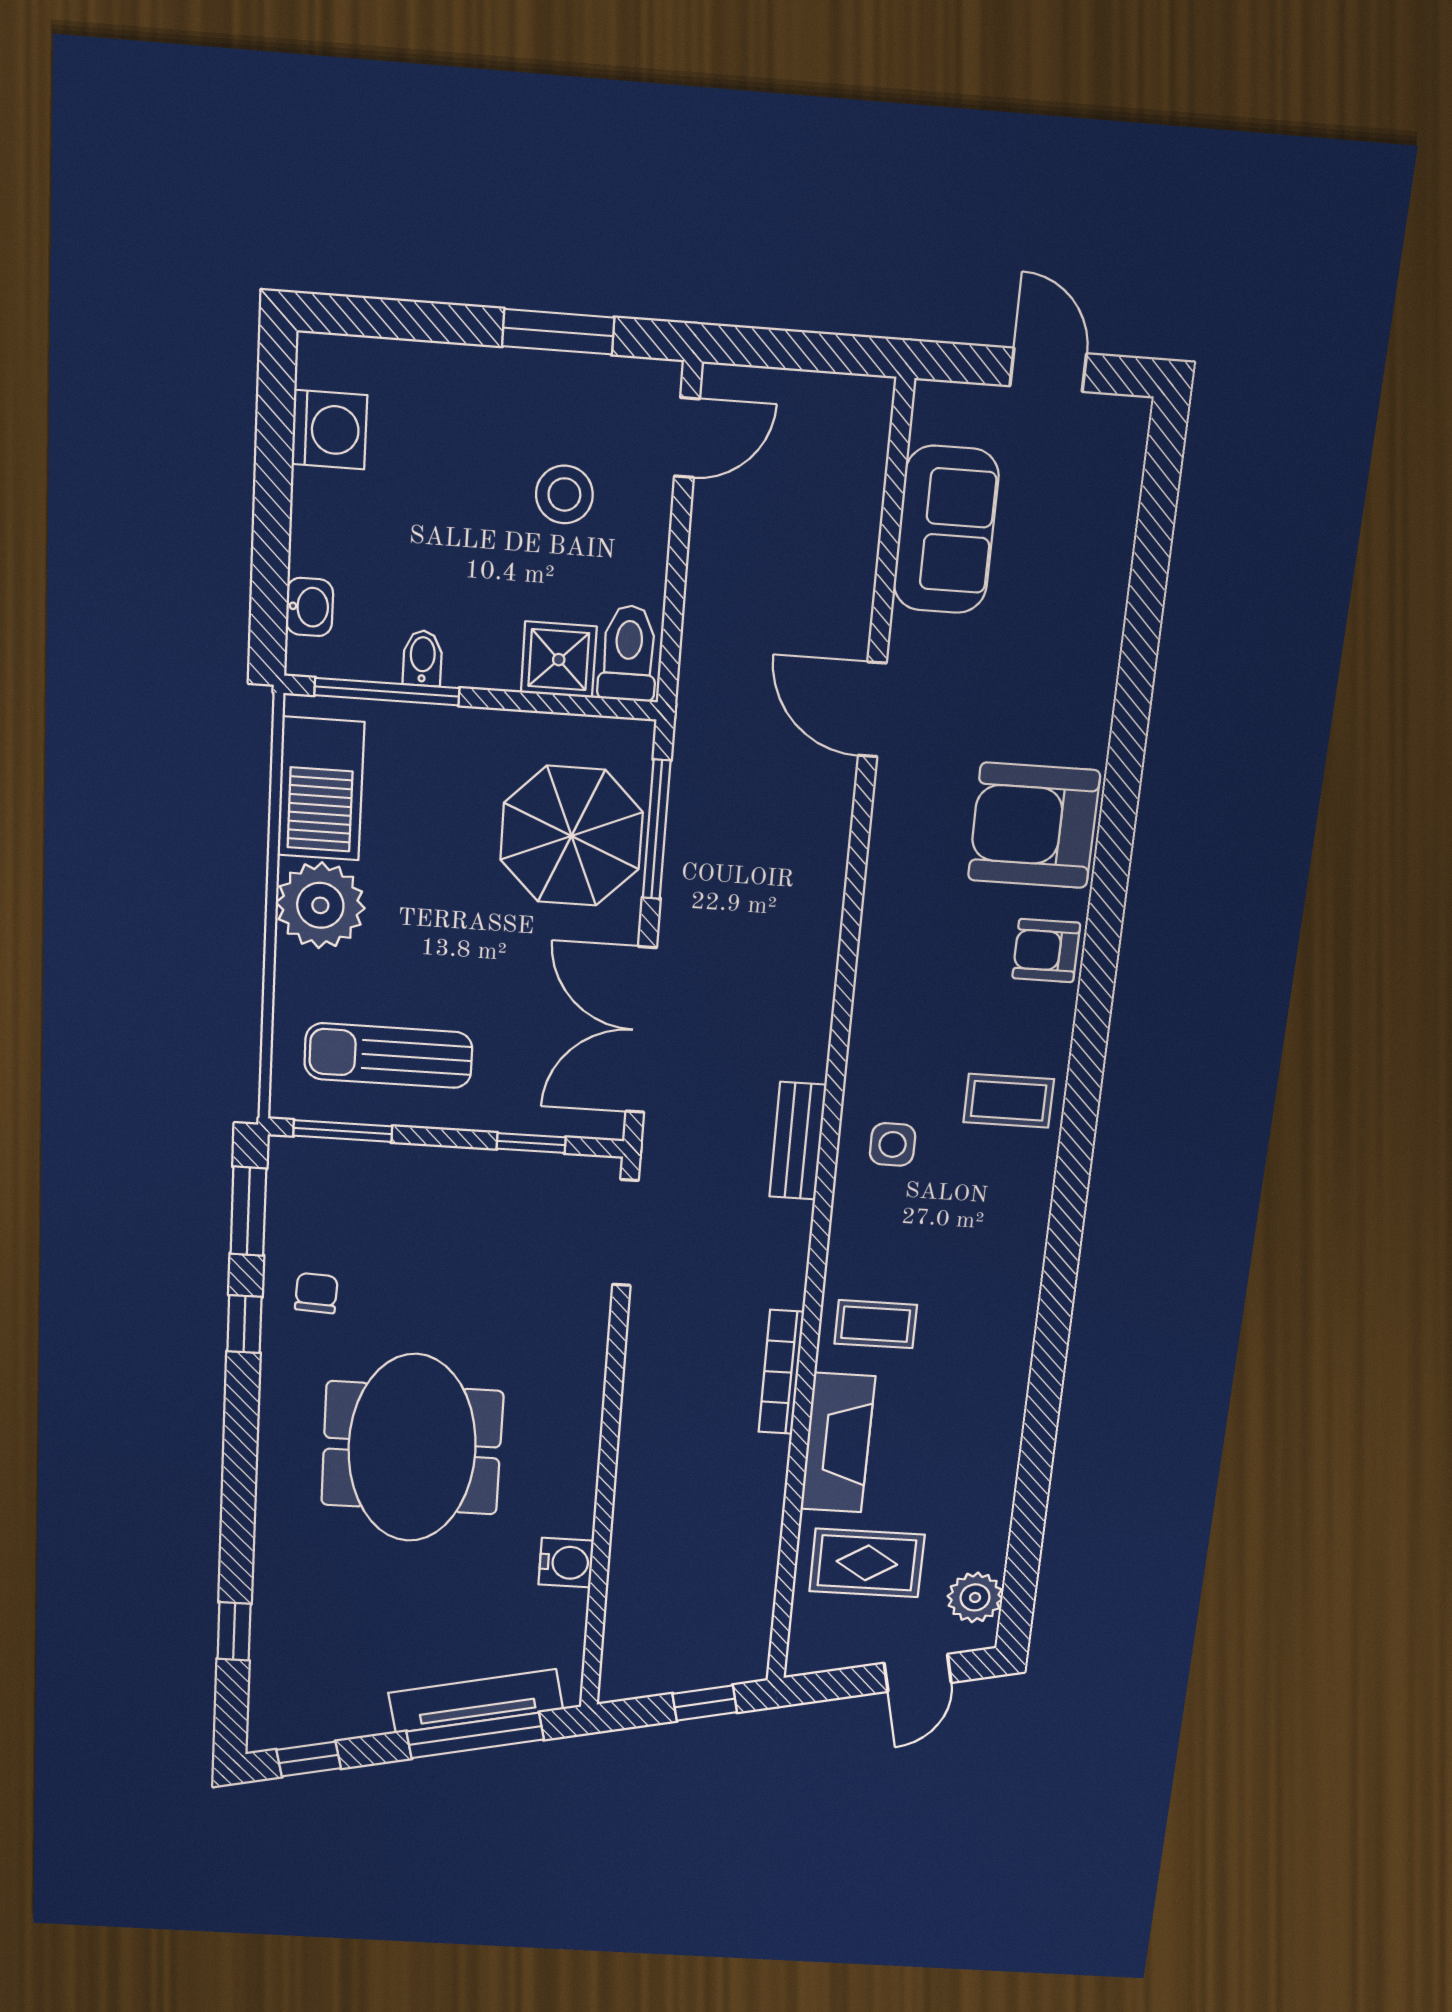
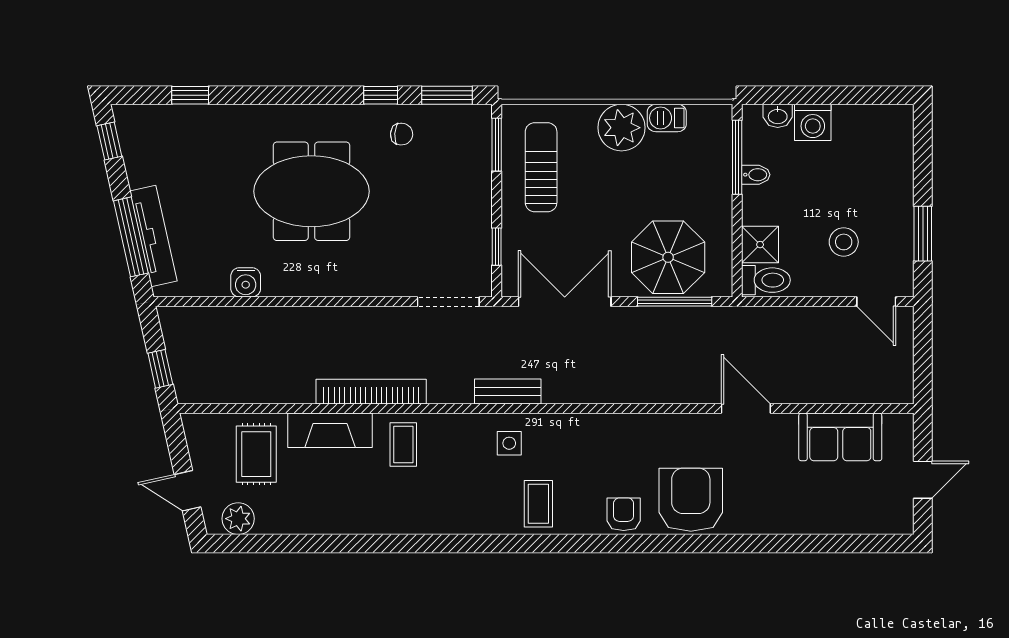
washing machine: (329, 430) -> (813, 122), moved
door: (872, 709) -> (746, 408), hinge flipped
barbecue: (321, 789) -> (667, 118), width x0.53, depth x0.65
bookcase: (781, 1372) -> (371, 392), width x1.48, depth x1.31

